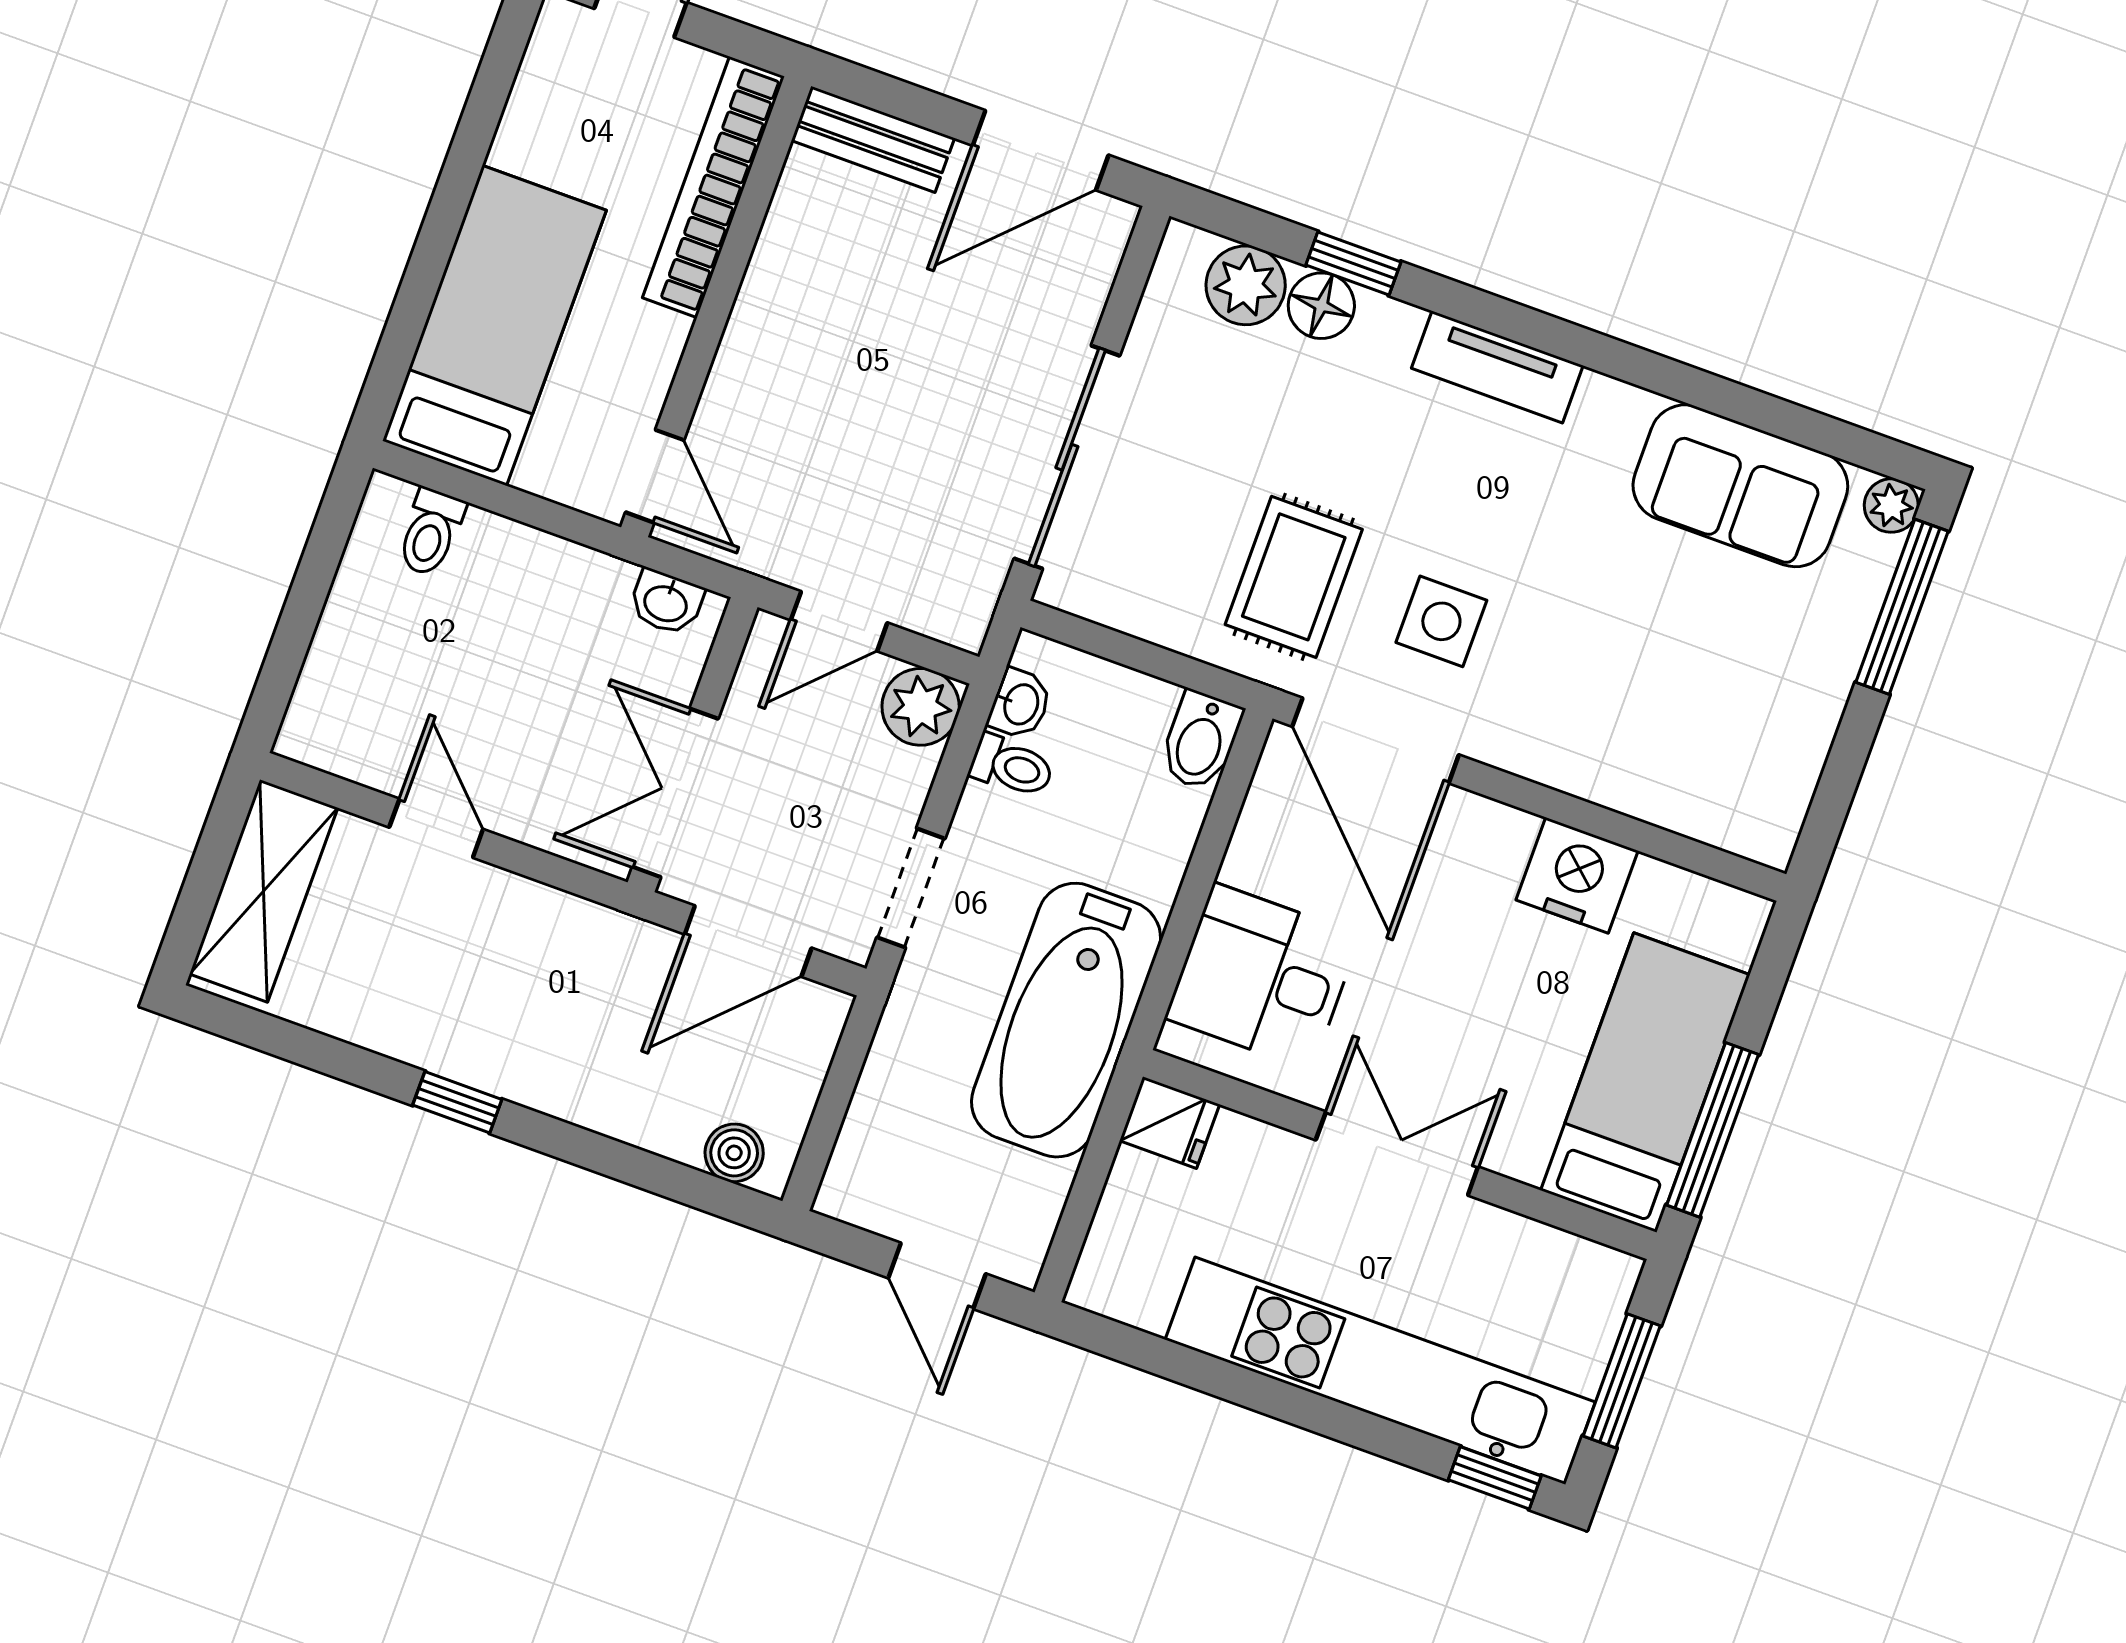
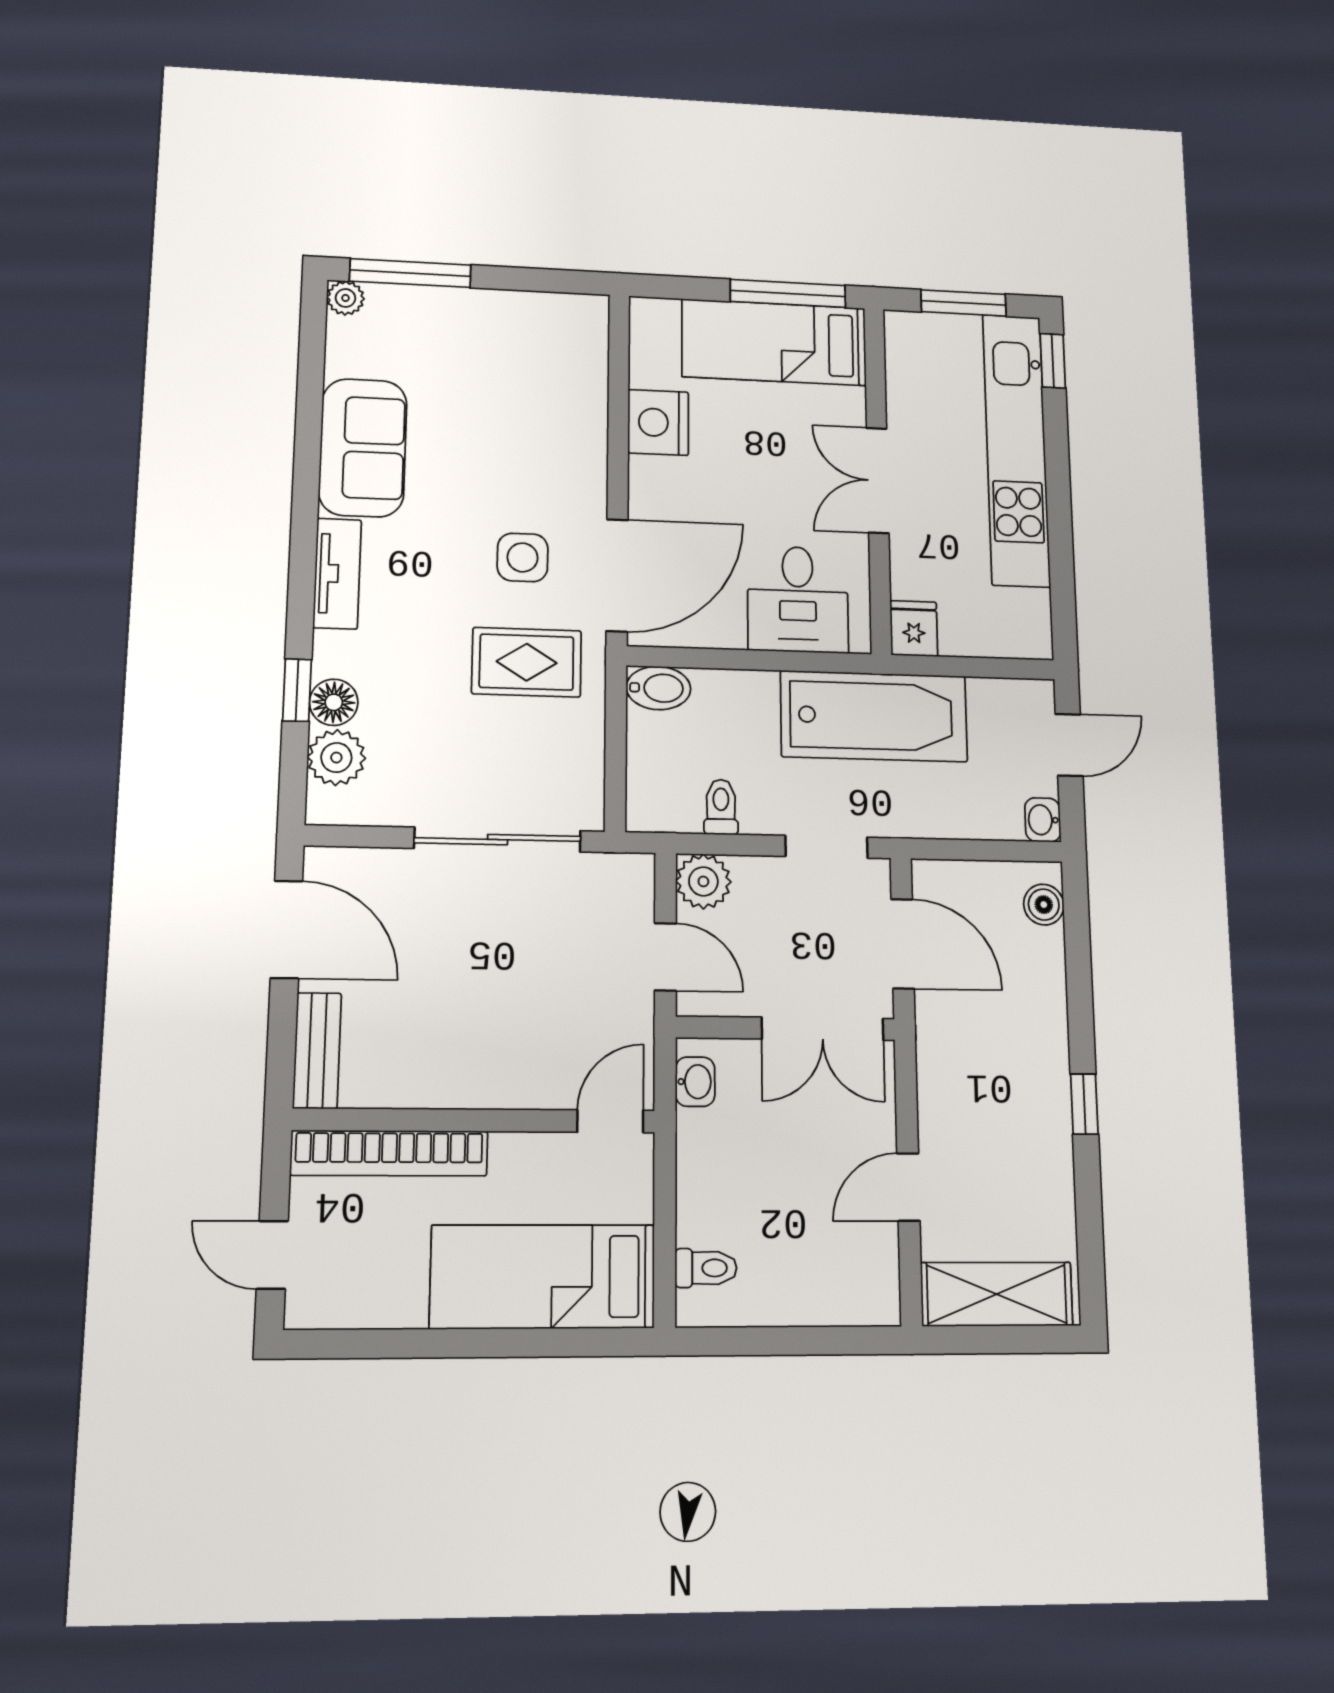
sofa: (1740, 486) -> (363, 448), moved
washbasin: (1020, 704) -> (1043, 820), moved, turned -90

